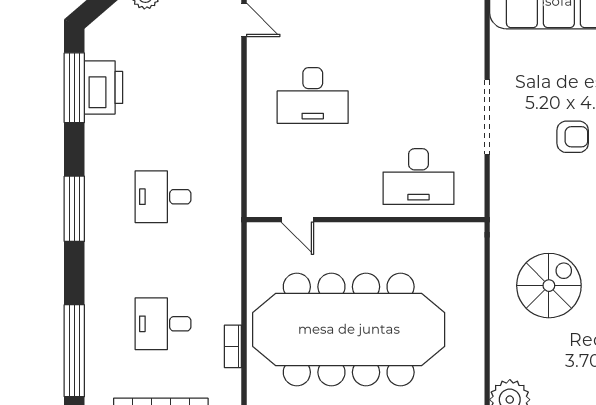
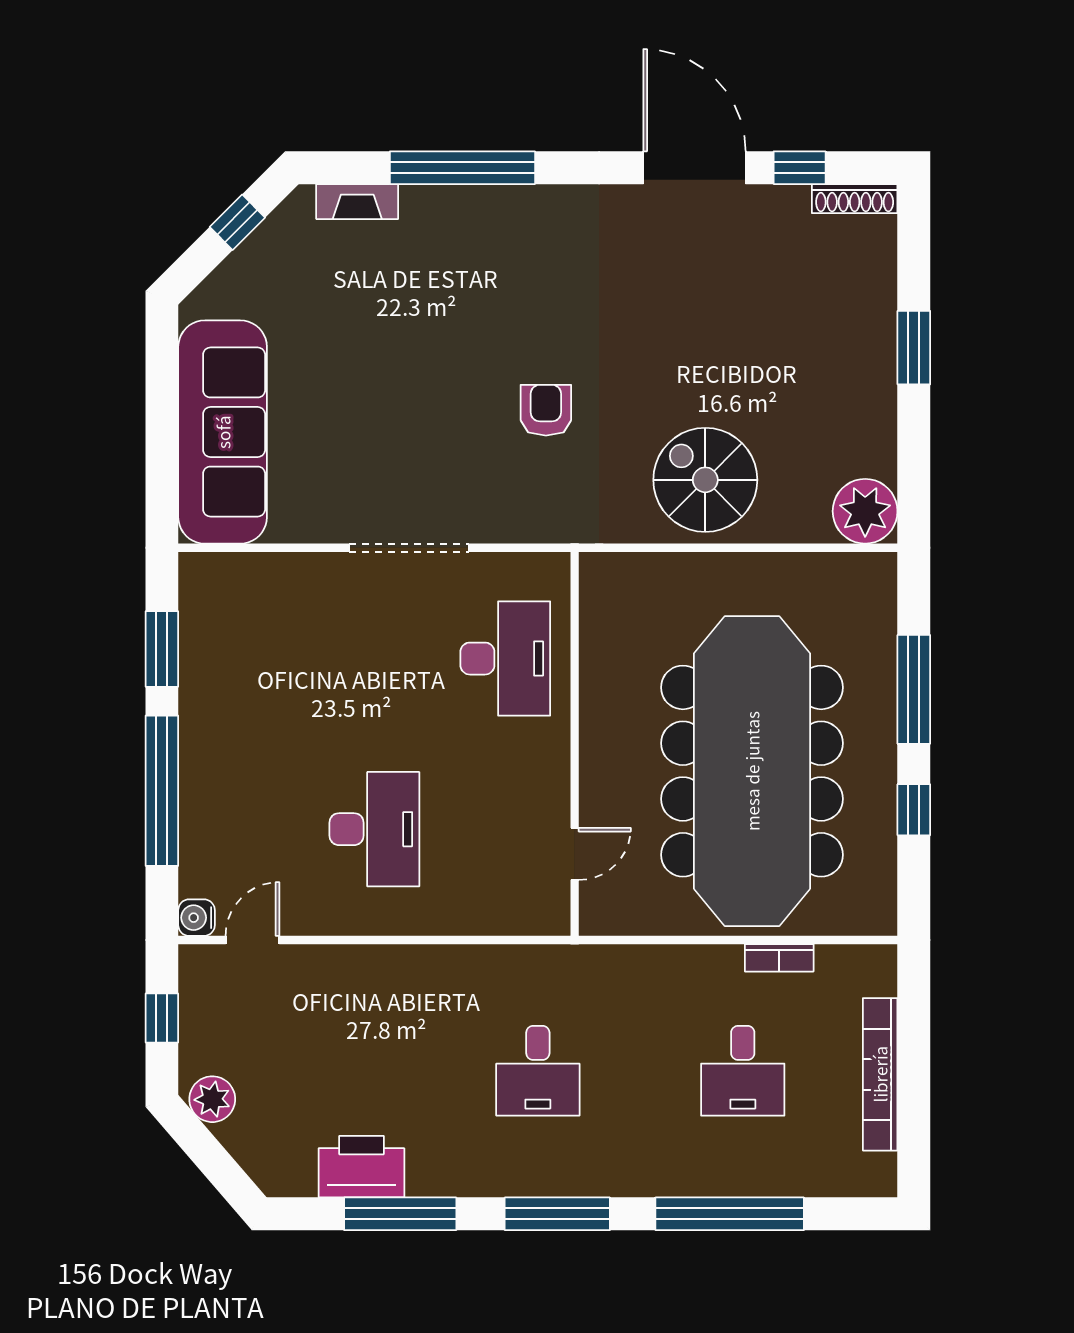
window: (74, 88) -> (400, 1214), moved
armchair: (573, 137) -> (546, 410), moved
spiral stairs: (549, 286) -> (705, 480), moved
window: (74, 351) -> (730, 1214), moved

